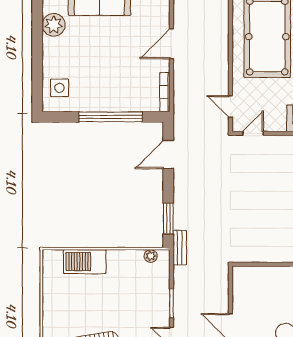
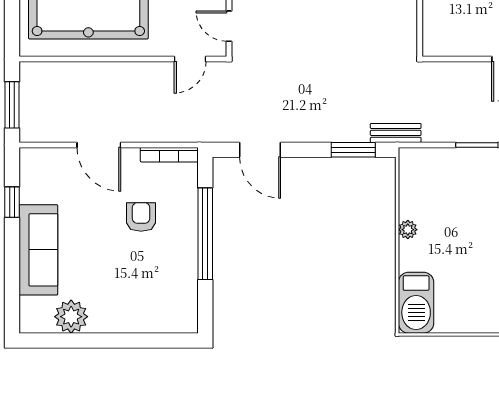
armchair: (122, 73) -> (141, 217), added
side table: (59, 88) -> (163, 308), removed
plant: (151, 256) -> (408, 230), moved
barbecue: (85, 262) -> (416, 303), moved

